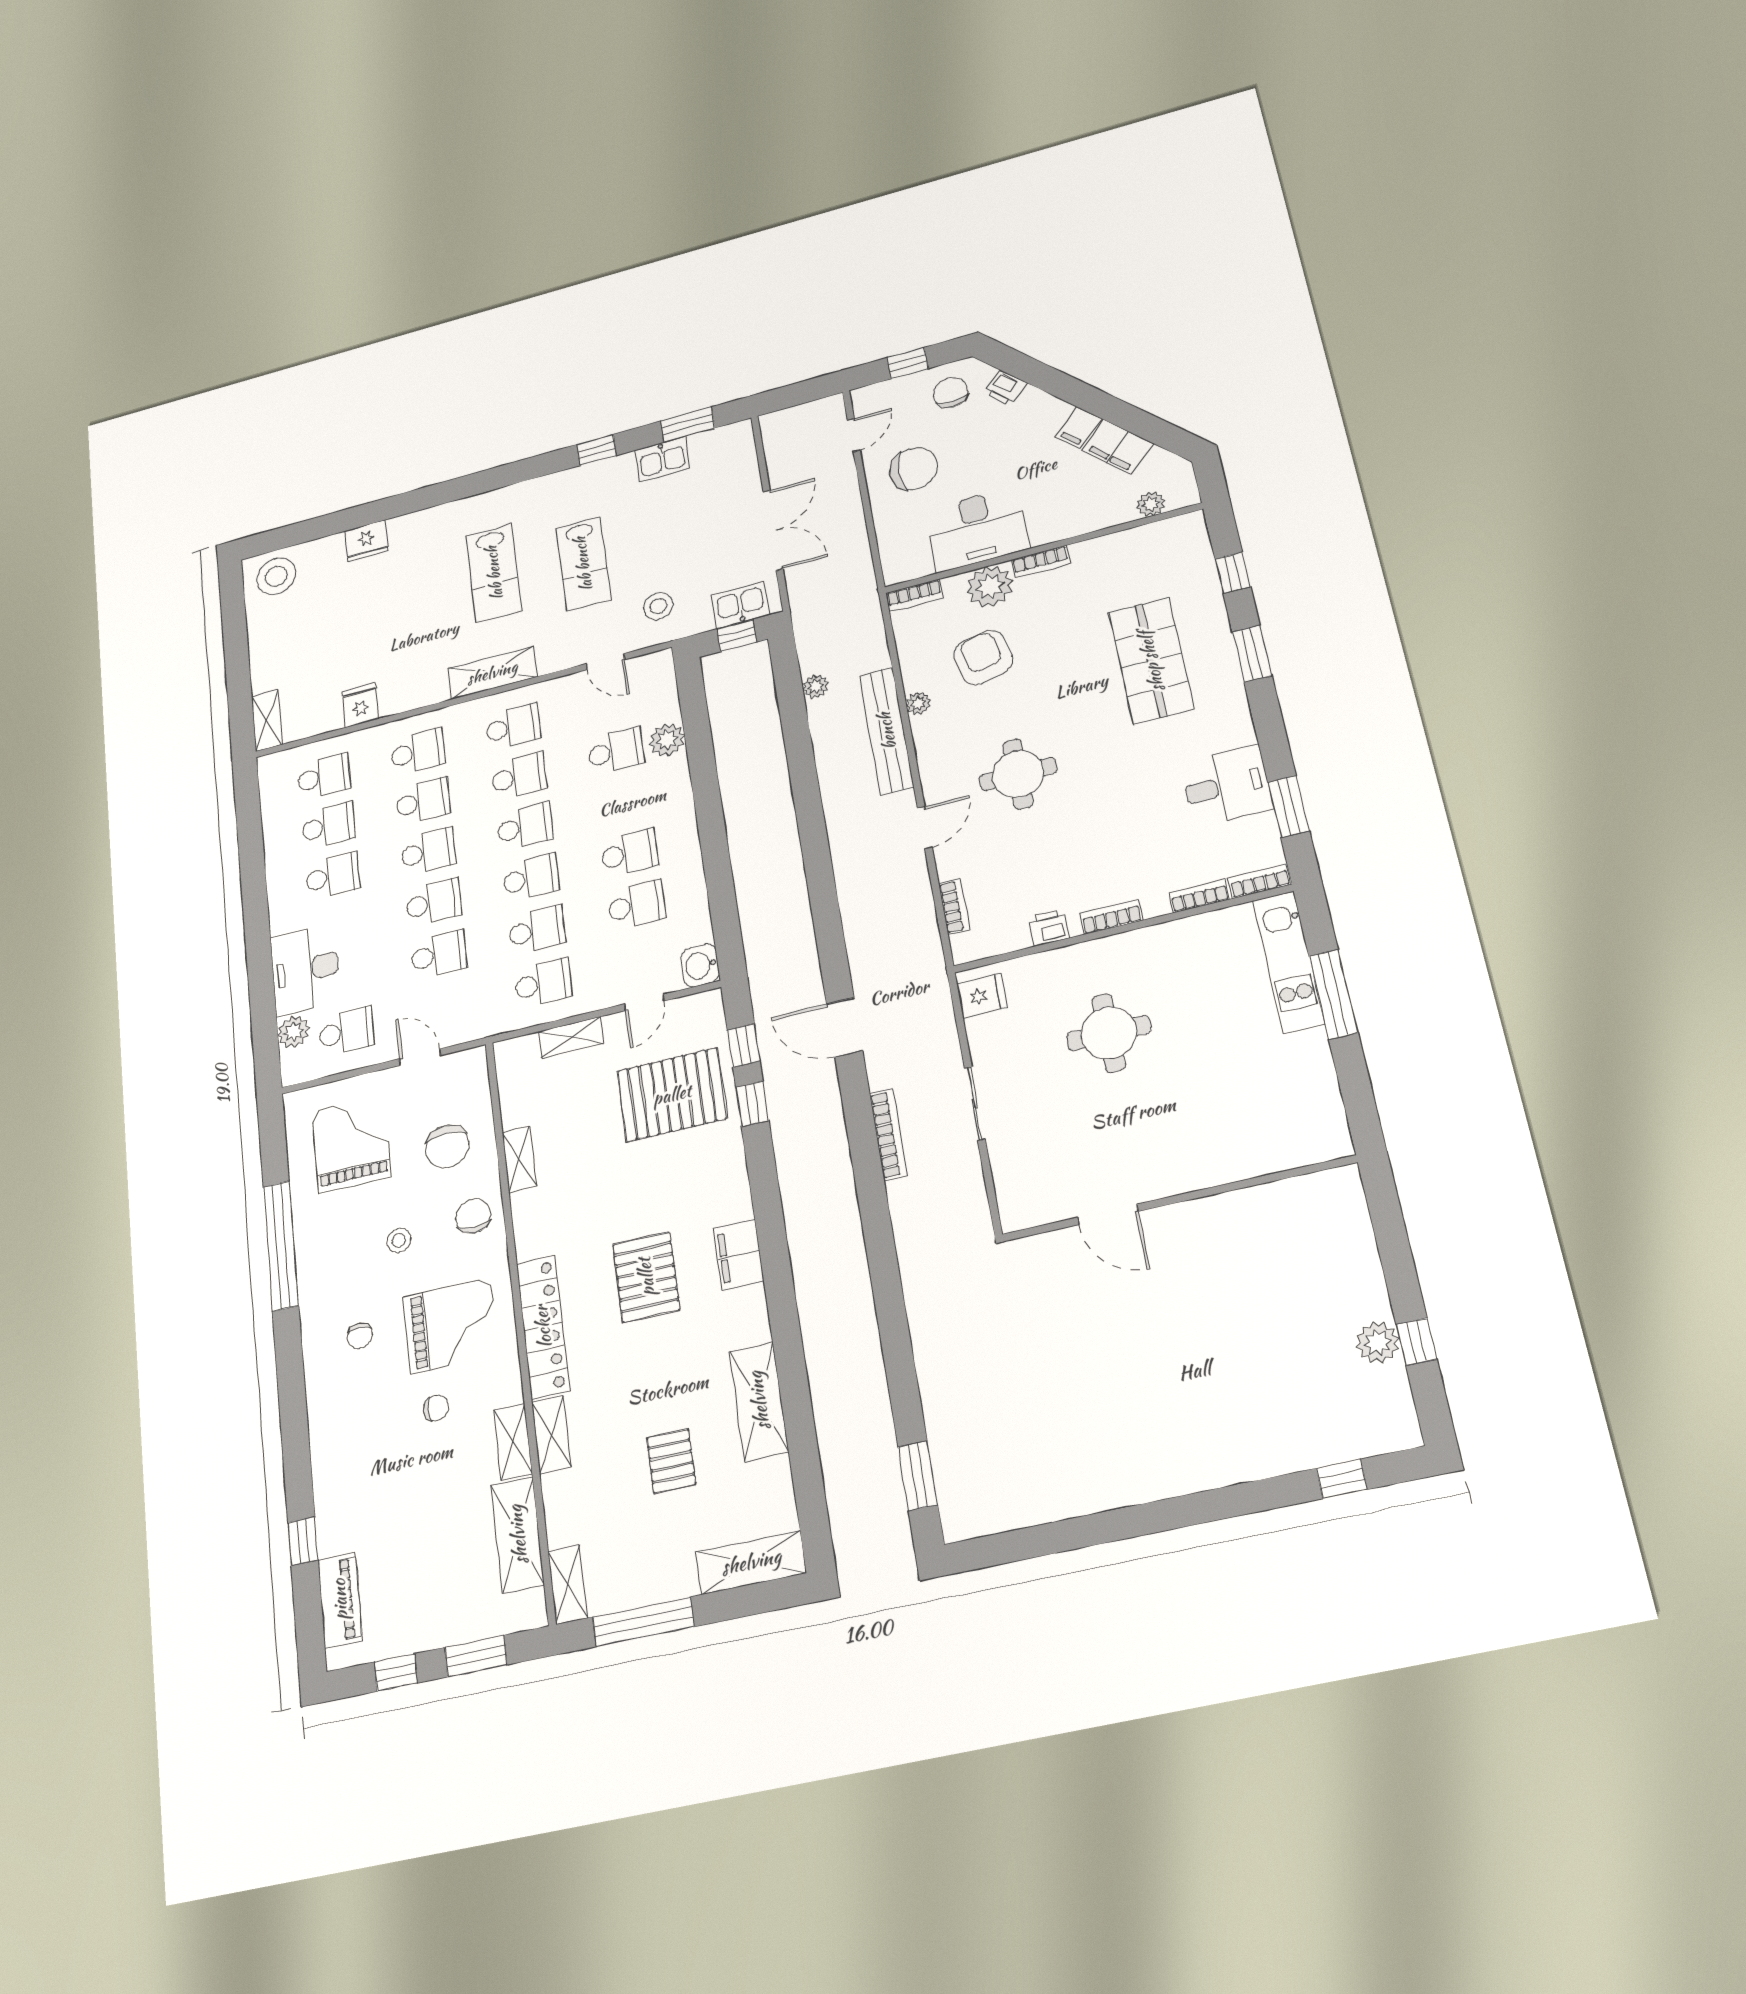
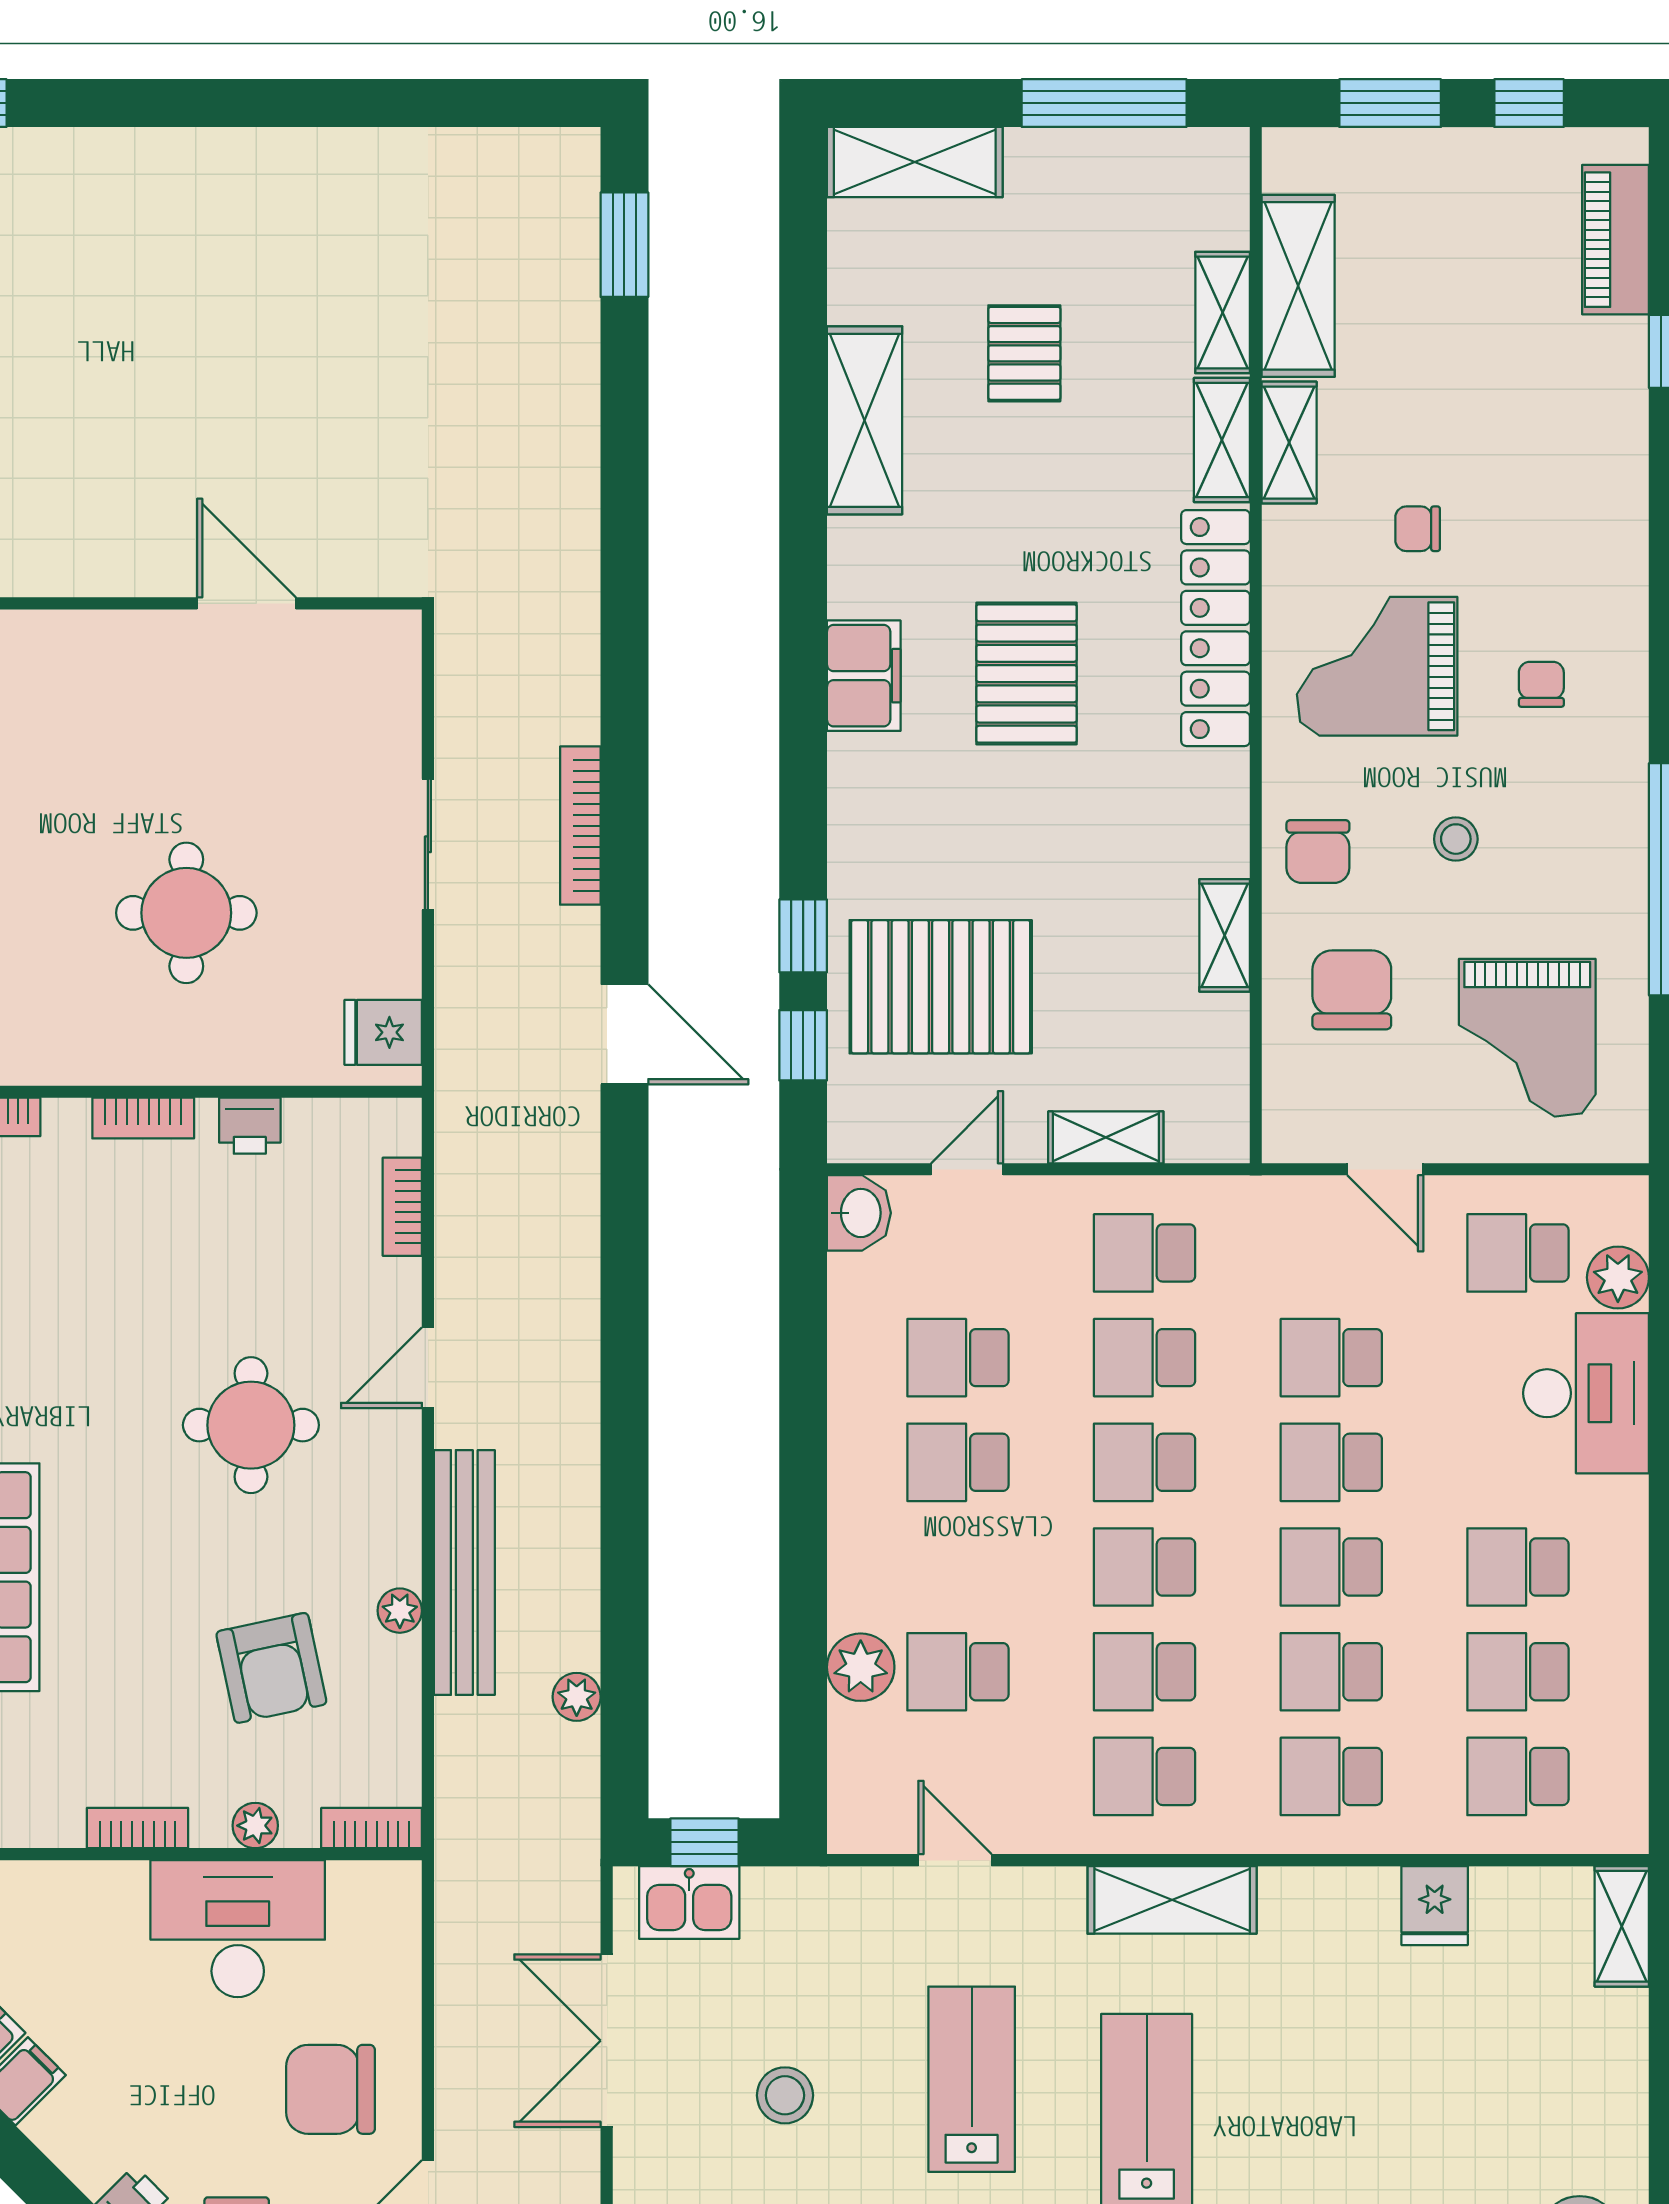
plant: (990, 586) -> (255, 1826), width x0.53, depth x0.53
stool: (658, 606) -> (785, 2095), moved
shelving: (568, 1585) -> (1223, 313), moved

